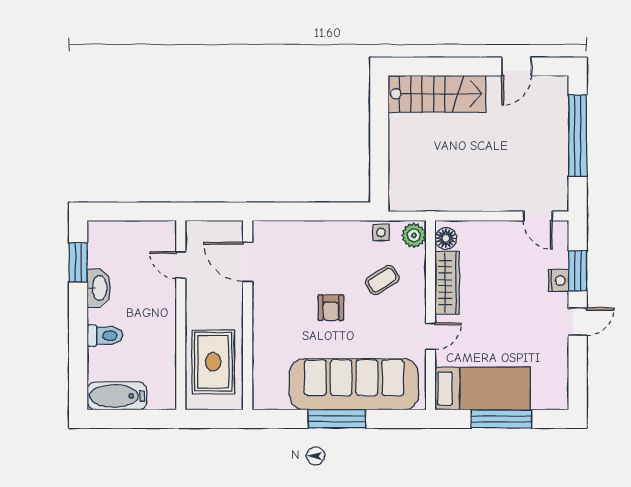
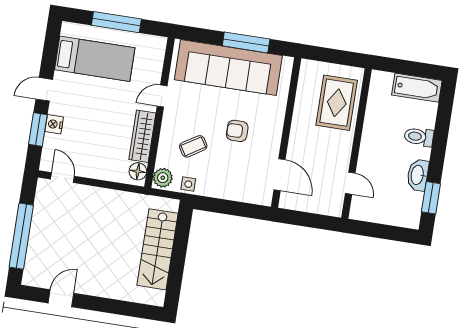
stairs: (437, 94) -> (157, 249), moved, turned -90
door: (248, 262) -> (280, 175), moved
armchair: (331, 308) -> (237, 131), turned -90
wall: (248, 315) -> (286, 133), moved
bed: (483, 389) -> (95, 59), moved, turned 180

